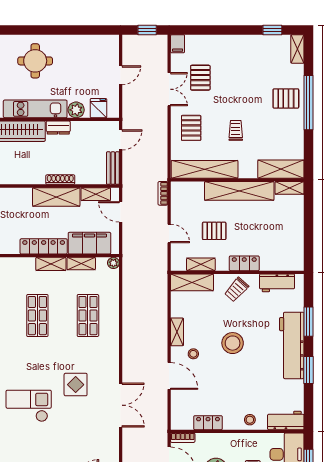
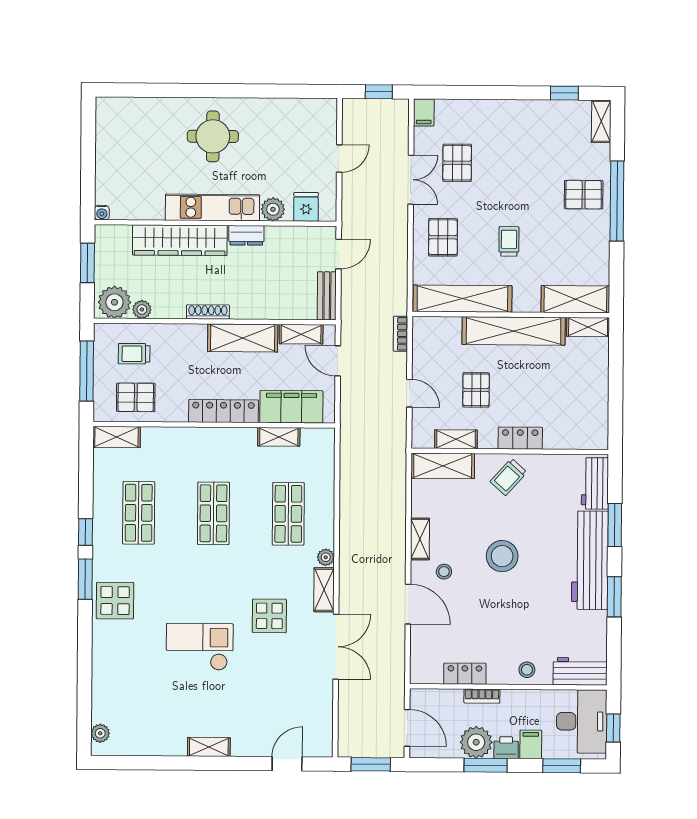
shoe rack: (60, 180) -> (208, 312), moved
pallet: (214, 231) -> (476, 390), turned 90
plant: (113, 263) -> (326, 557), moved
shelving: (51, 264) -> (324, 590), moved, turned 90
workbench: (277, 283) -> (595, 483), moved, turned 90
bookcase: (183, 438) -> (482, 696), moved

